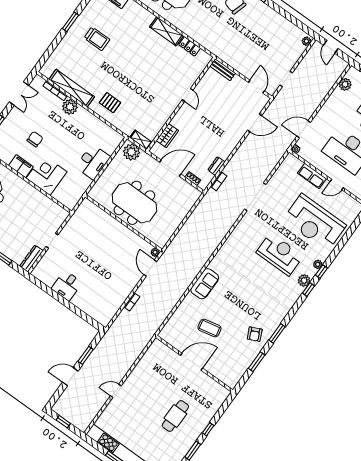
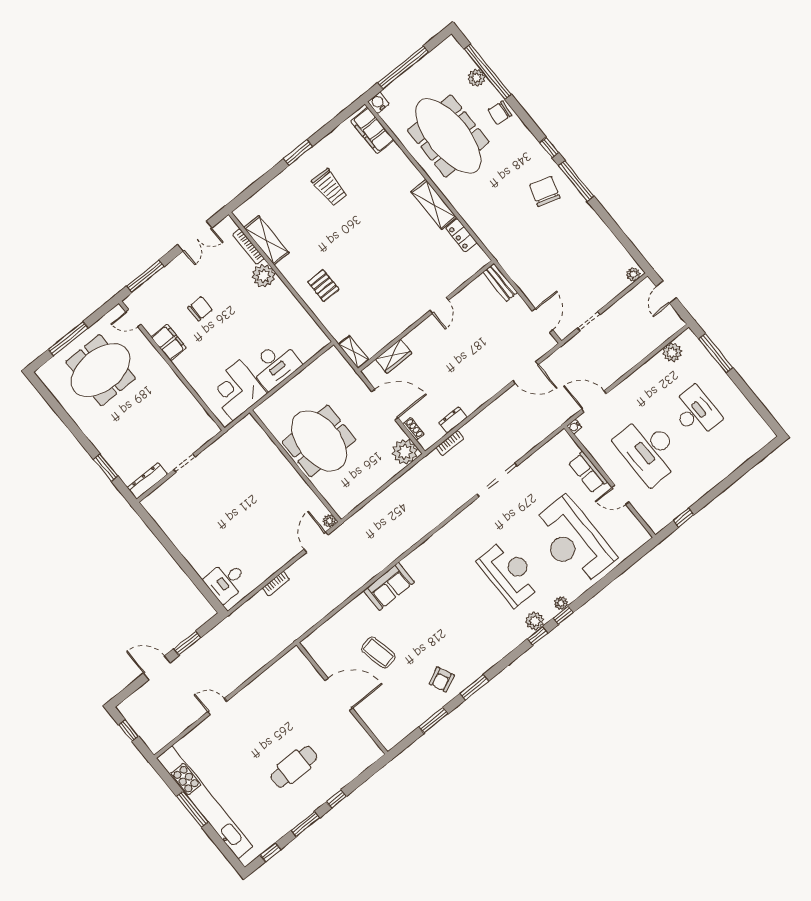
shelving: (72, 88) -> (266, 240), width x0.68
plant: (131, 152) -> (405, 452), moved
corner desk: (47, 175) -> (236, 390), moved, turned -90
desk: (67, 286) -> (226, 581), moved

